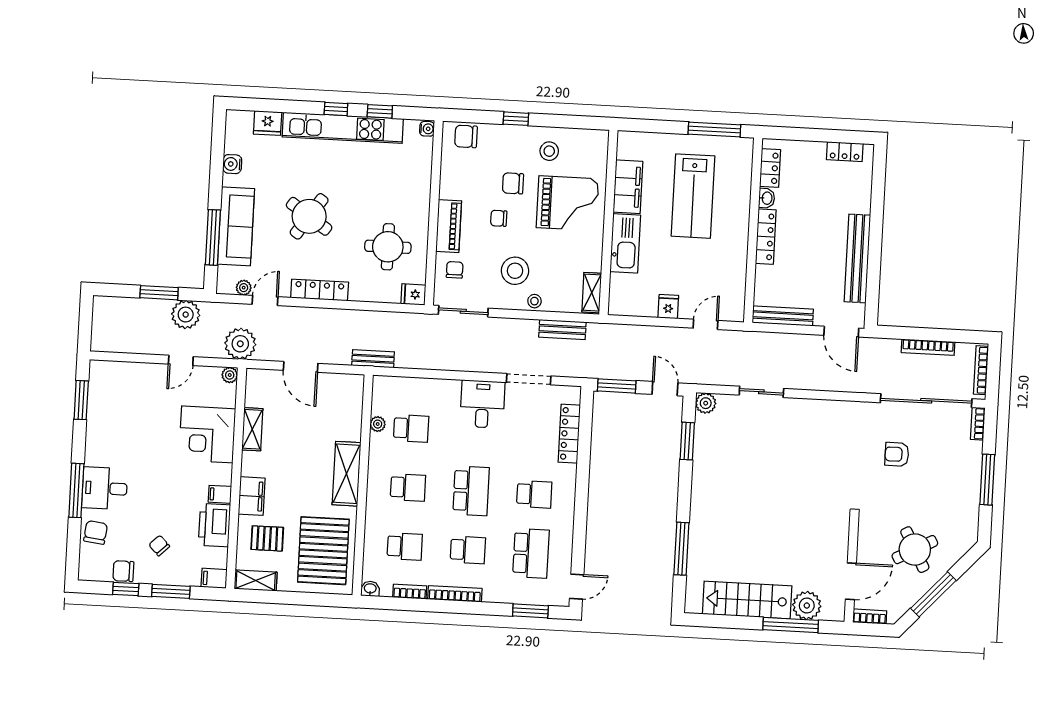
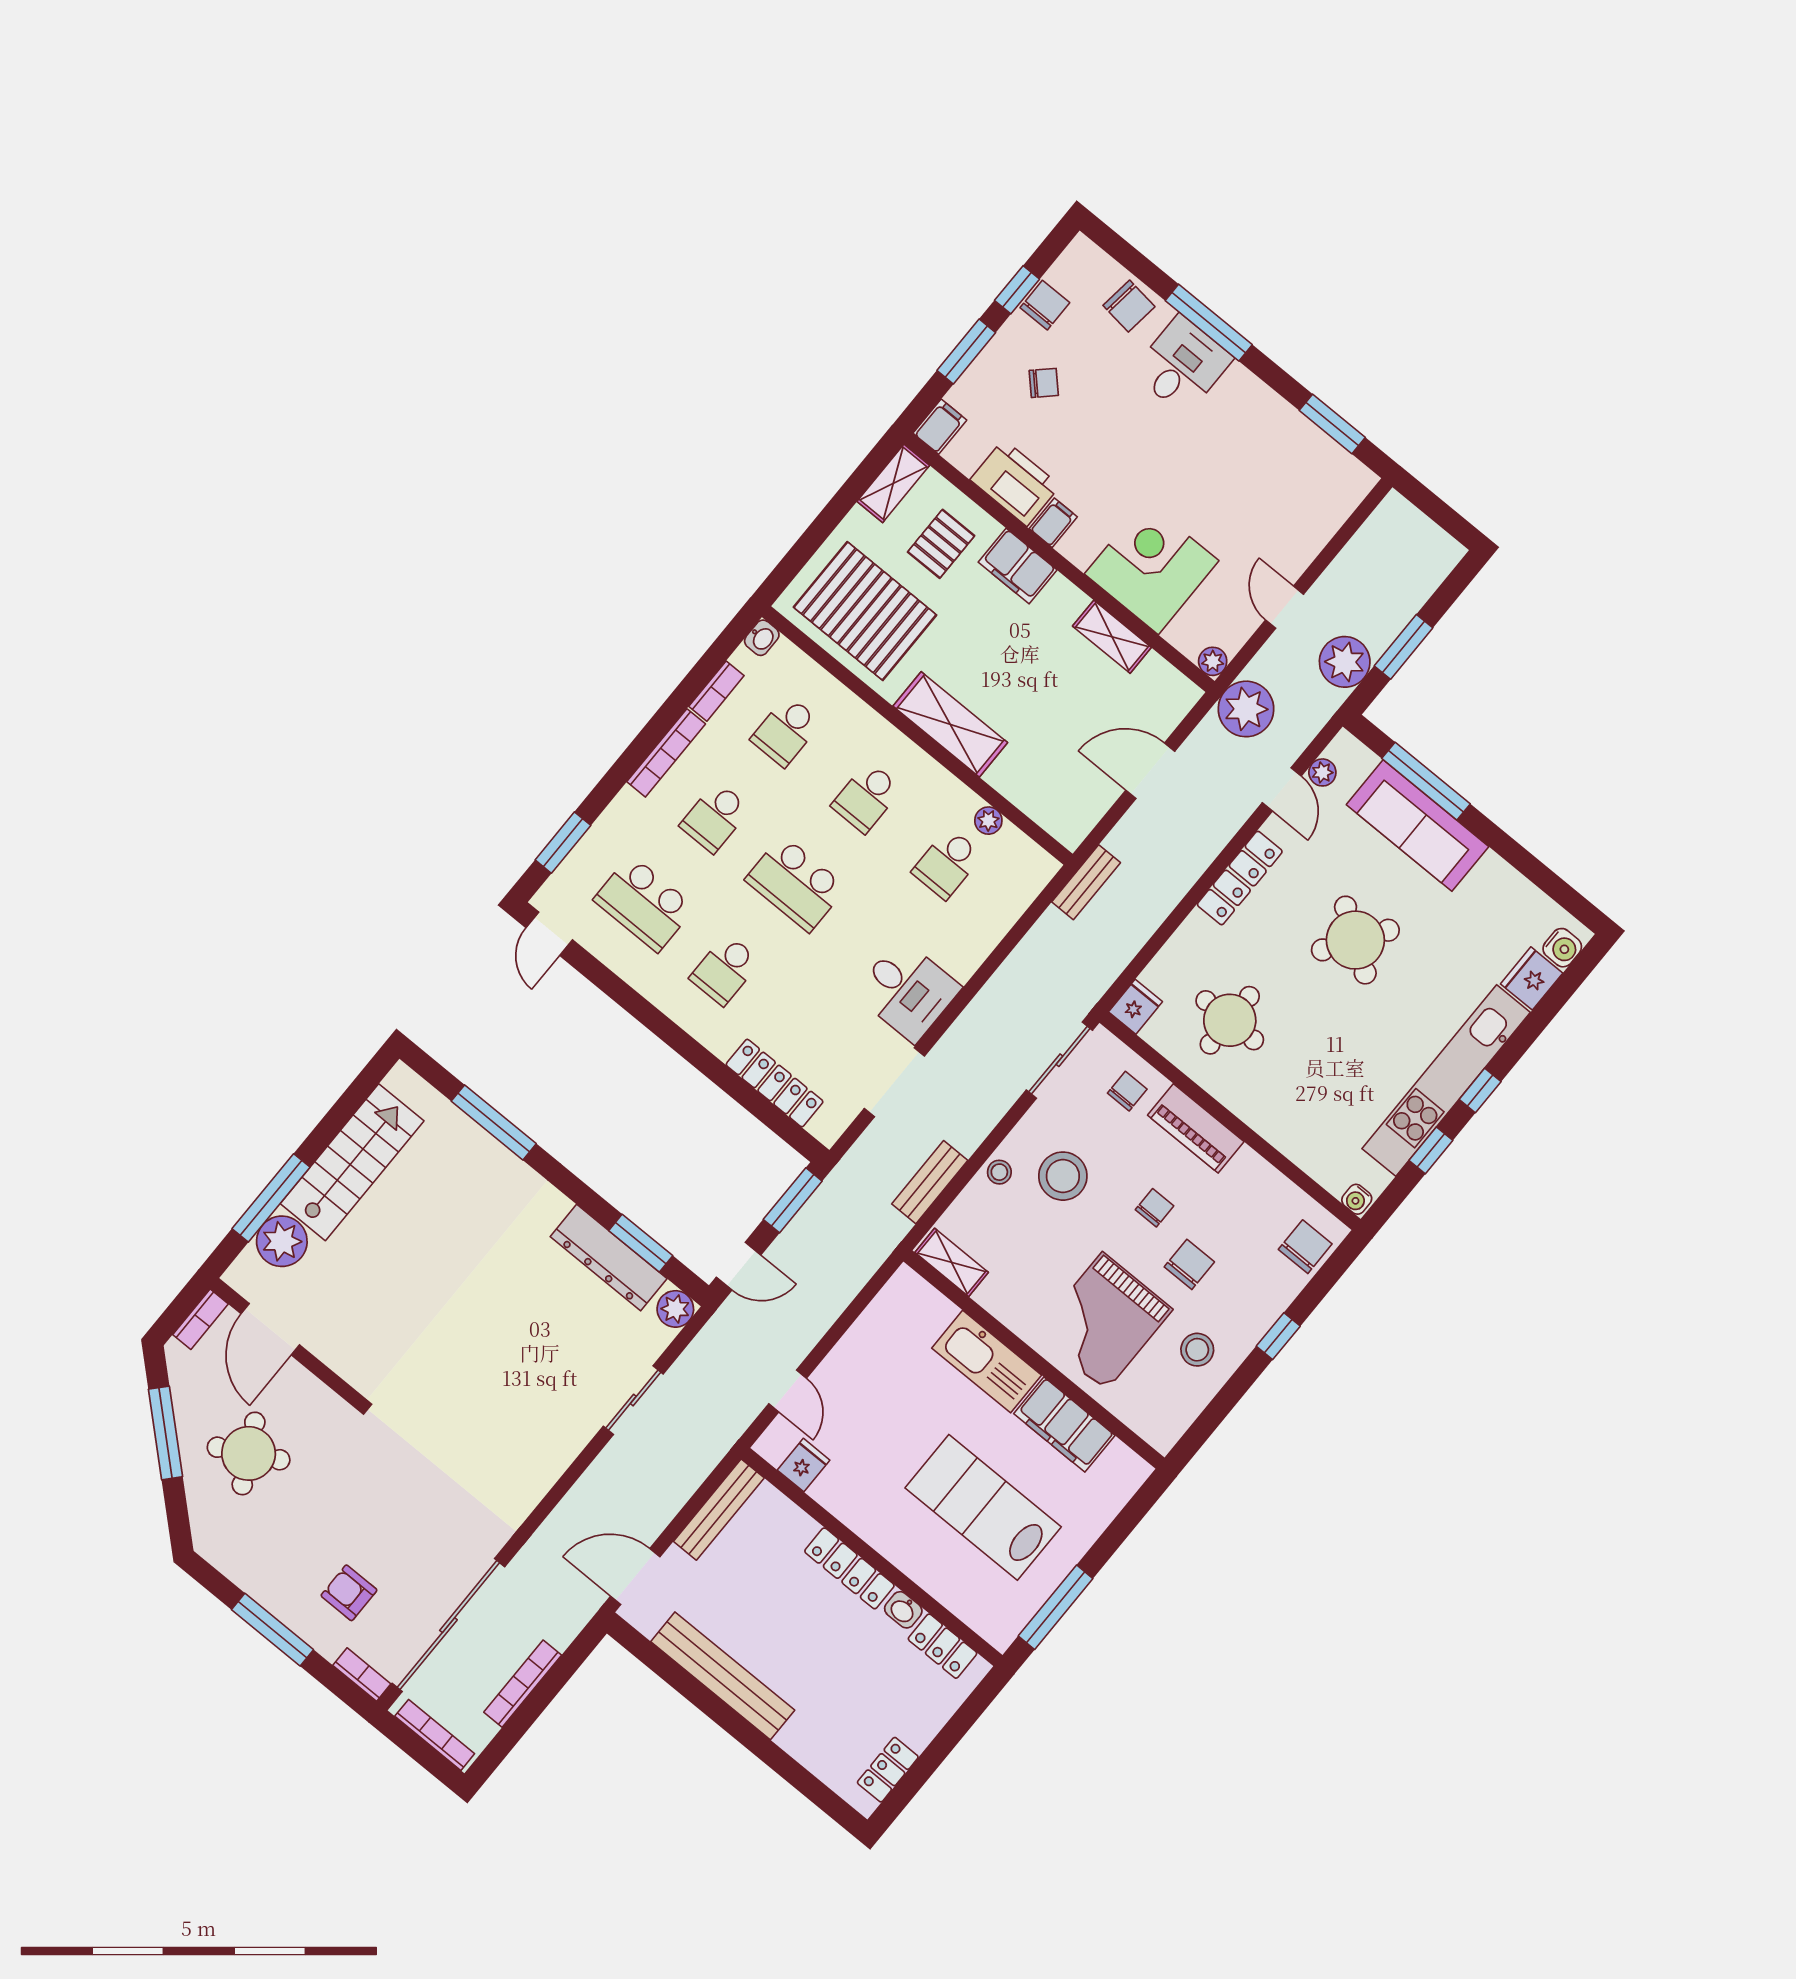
water cooler: (232, 164) -> (1562, 948), moved, turned 90
chair: (455, 270) -> (1127, 1091), turned -90
fridge: (668, 307) -> (804, 1465), moved, turned -90
dresser: (705, 451) -> (609, 1258), added
armchair: (897, 454) -> (349, 1593), moved, turned -90

